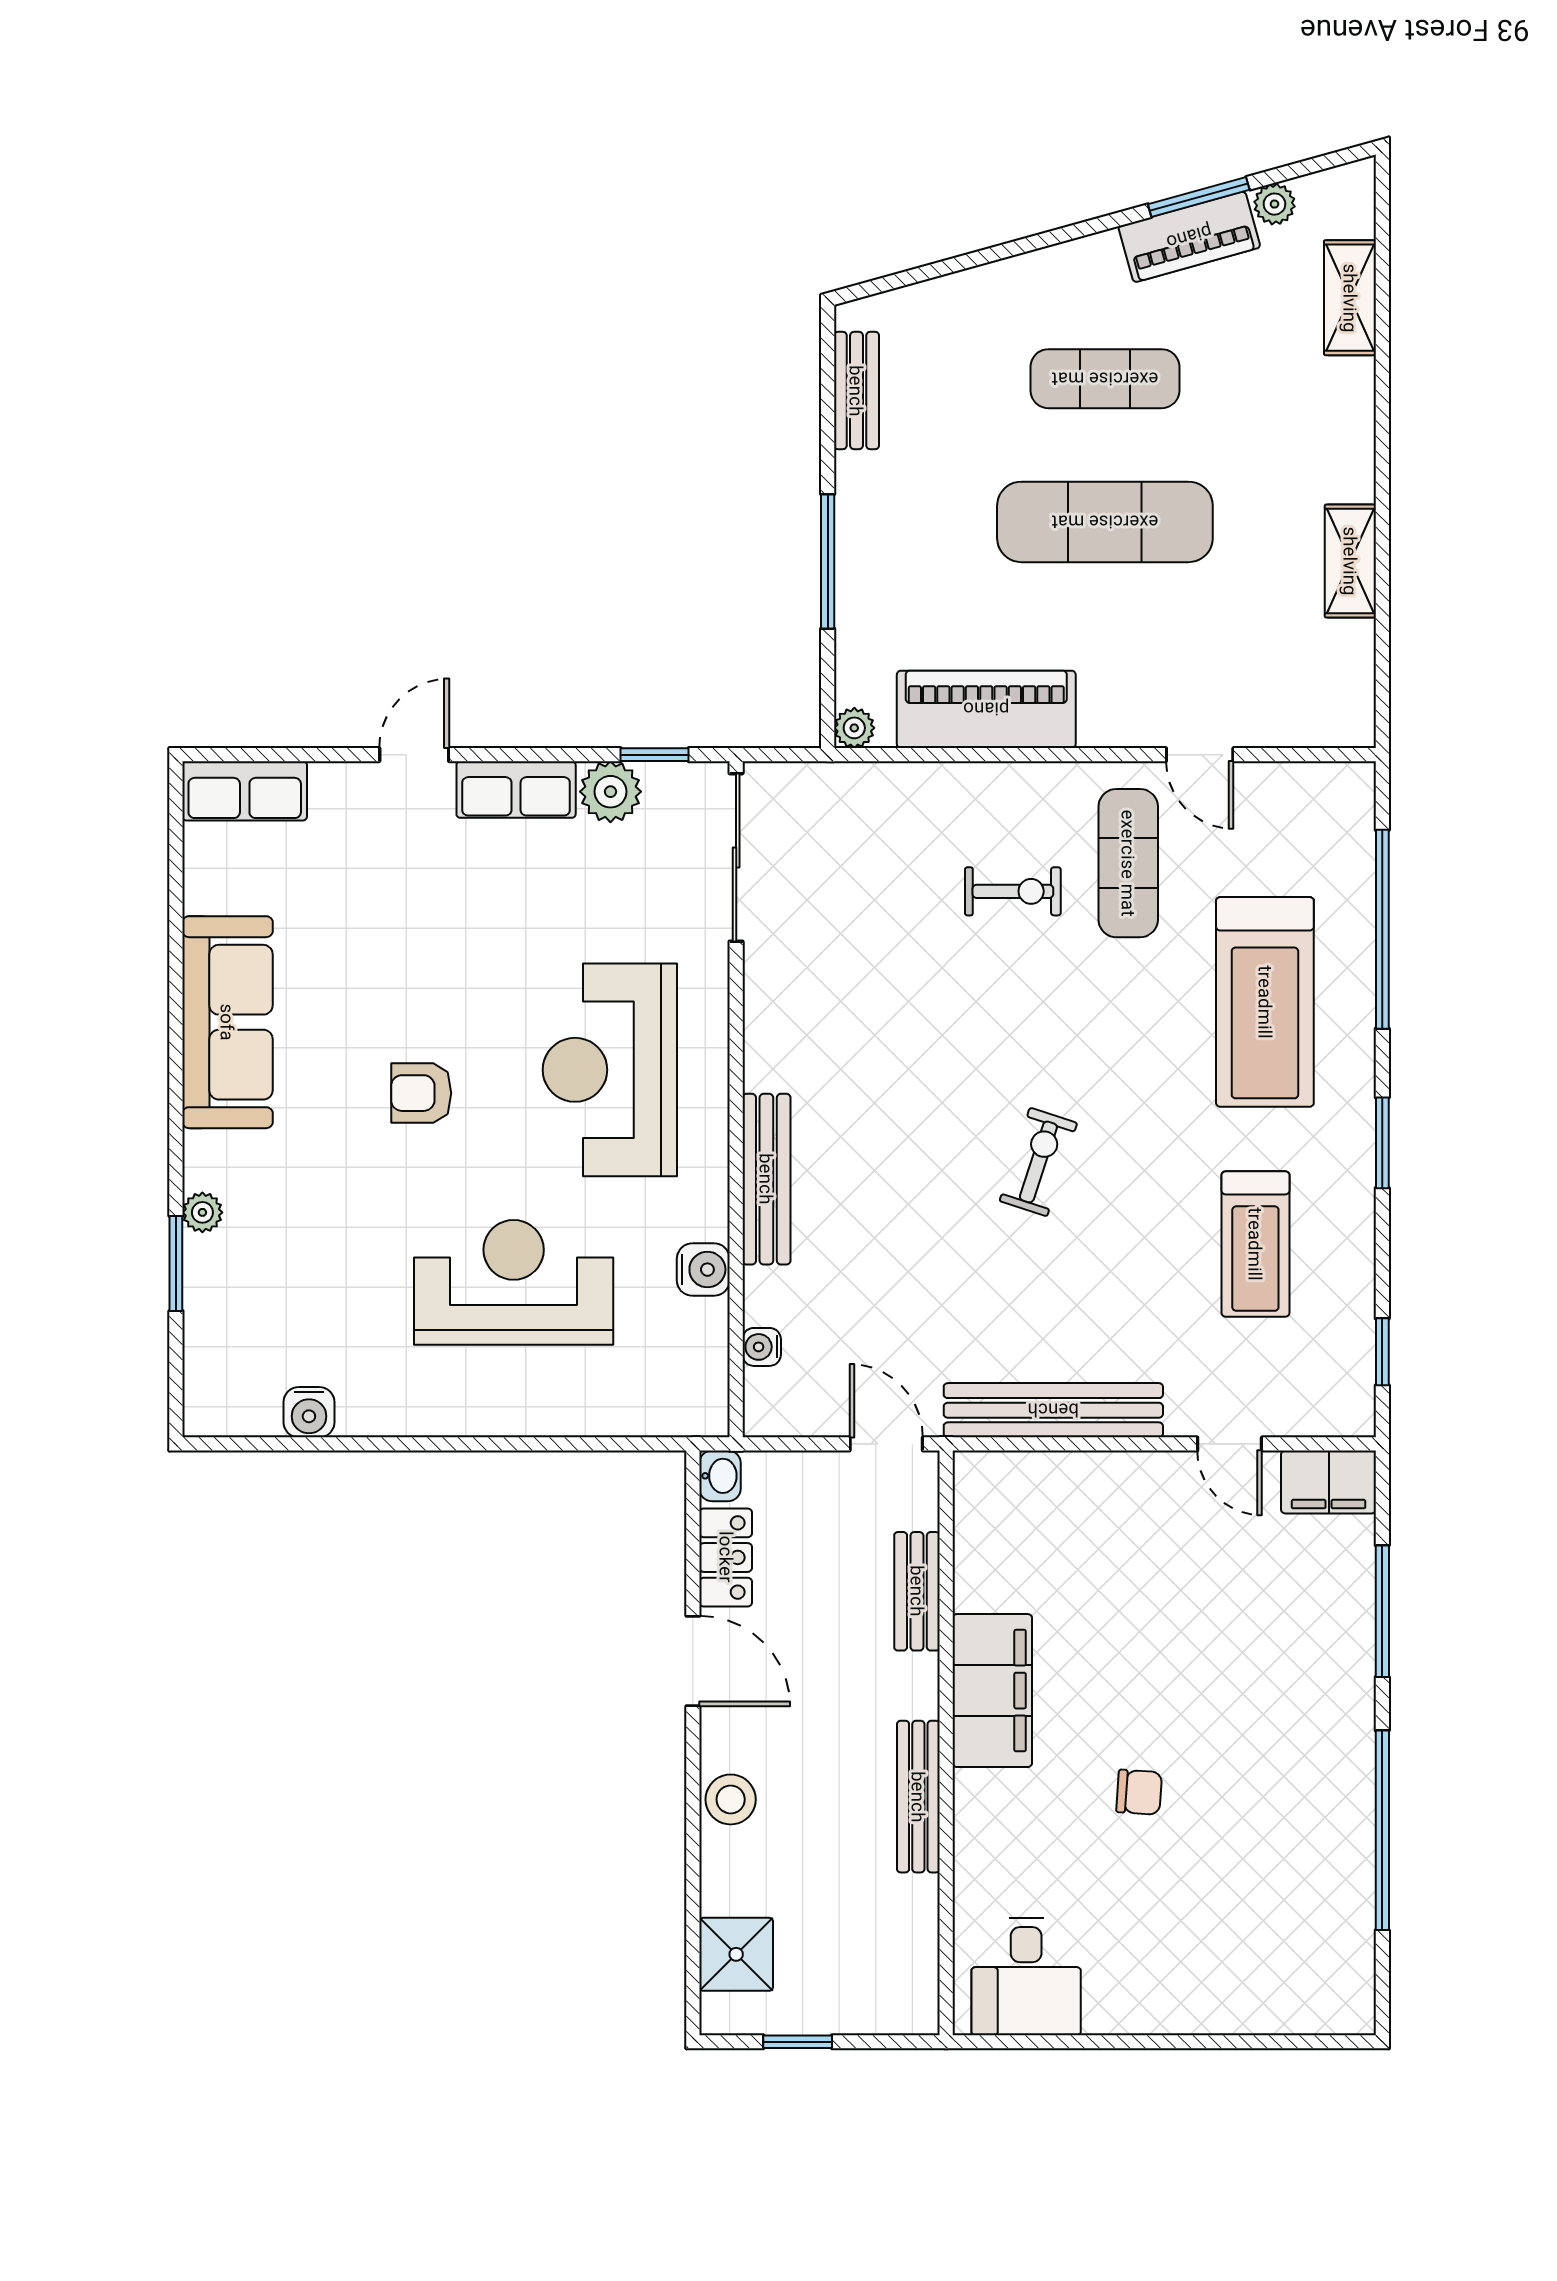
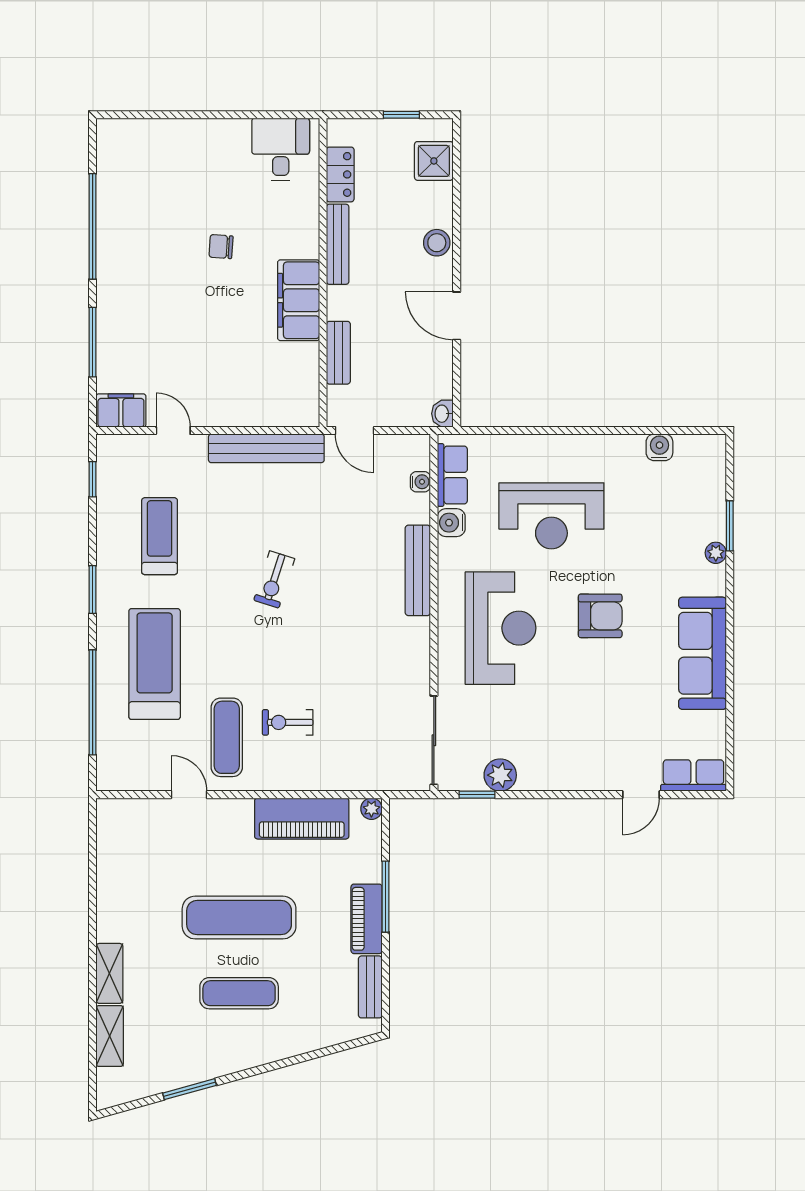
plant: (1274, 204) -> (149, 1085), removed
piano: (1189, 237) -> (367, 919), moved, turned -74
shelving: (1350, 561) -> (109, 973), moved
door: (414, 755) -> (641, 795), moved
row of seats: (516, 790) -> (452, 475), moved, turned 90
armchair: (421, 1093) -> (600, 616), width x1.38, depth x1.38
locker: (726, 1557) -> (340, 174), moved, turned 180

